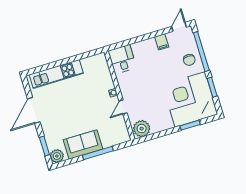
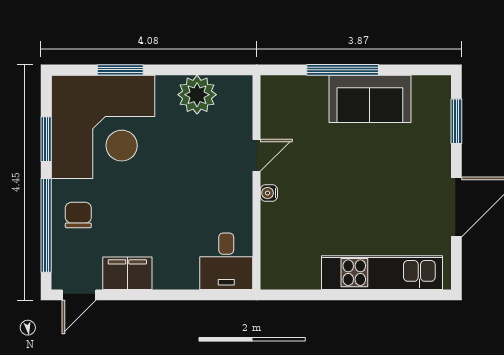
filing cabinet: (162, 42) -> (127, 273), width x2.00
plant: (142, 129) -> (197, 95), moved
plant: (57, 156) -> (436, 91), removed

